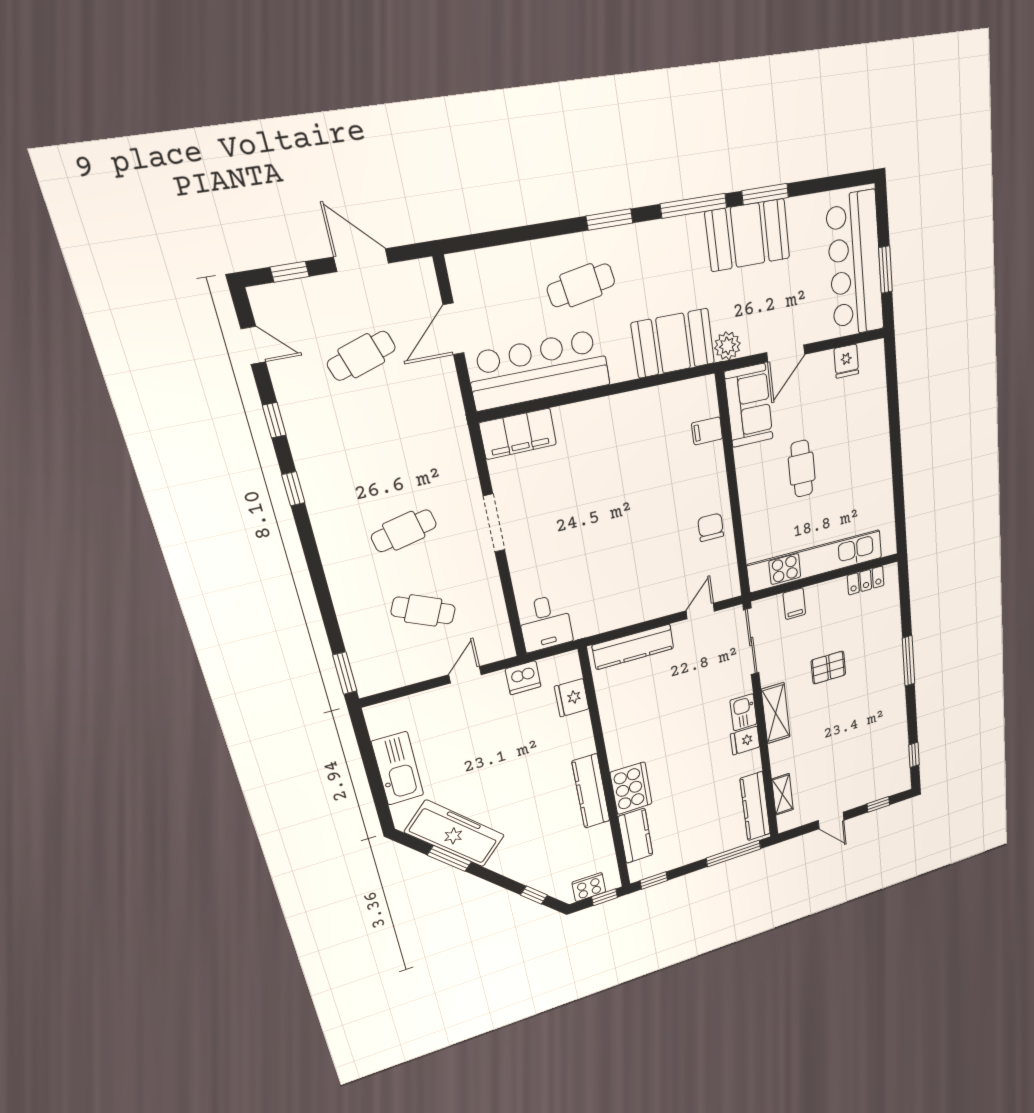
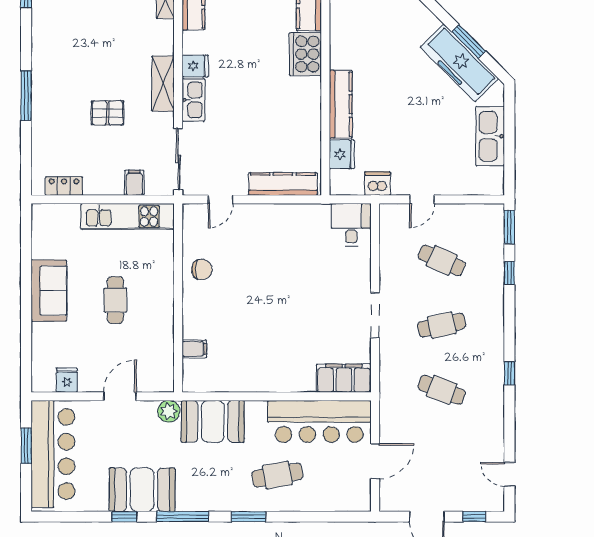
window: (765, 194) -> (124, 517), width x0.67
cafe table: (361, 356) -> (442, 390), moved, turned 39
sofa: (749, 406) -> (49, 291), moved, turned 180
window: (274, 420) -> (509, 273), moved
chair: (711, 527) -> (202, 269), turned -90
kitchen unit: (815, 561) -> (128, 217), width x0.73
kitchen sink: (743, 712) -> (193, 100), width x1.38
kitchen counter: (591, 791) -> (341, 104), moved

